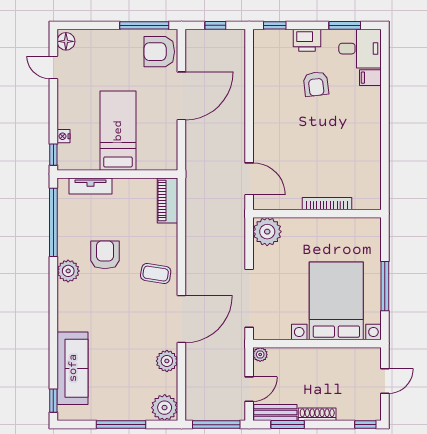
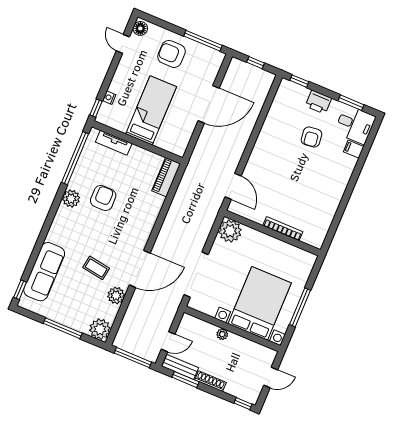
armchair: (159, 52) -> (171, 54), moved
coffee table: (156, 274) -> (96, 268), moved
plant: (260, 355) -> (222, 334), moved

